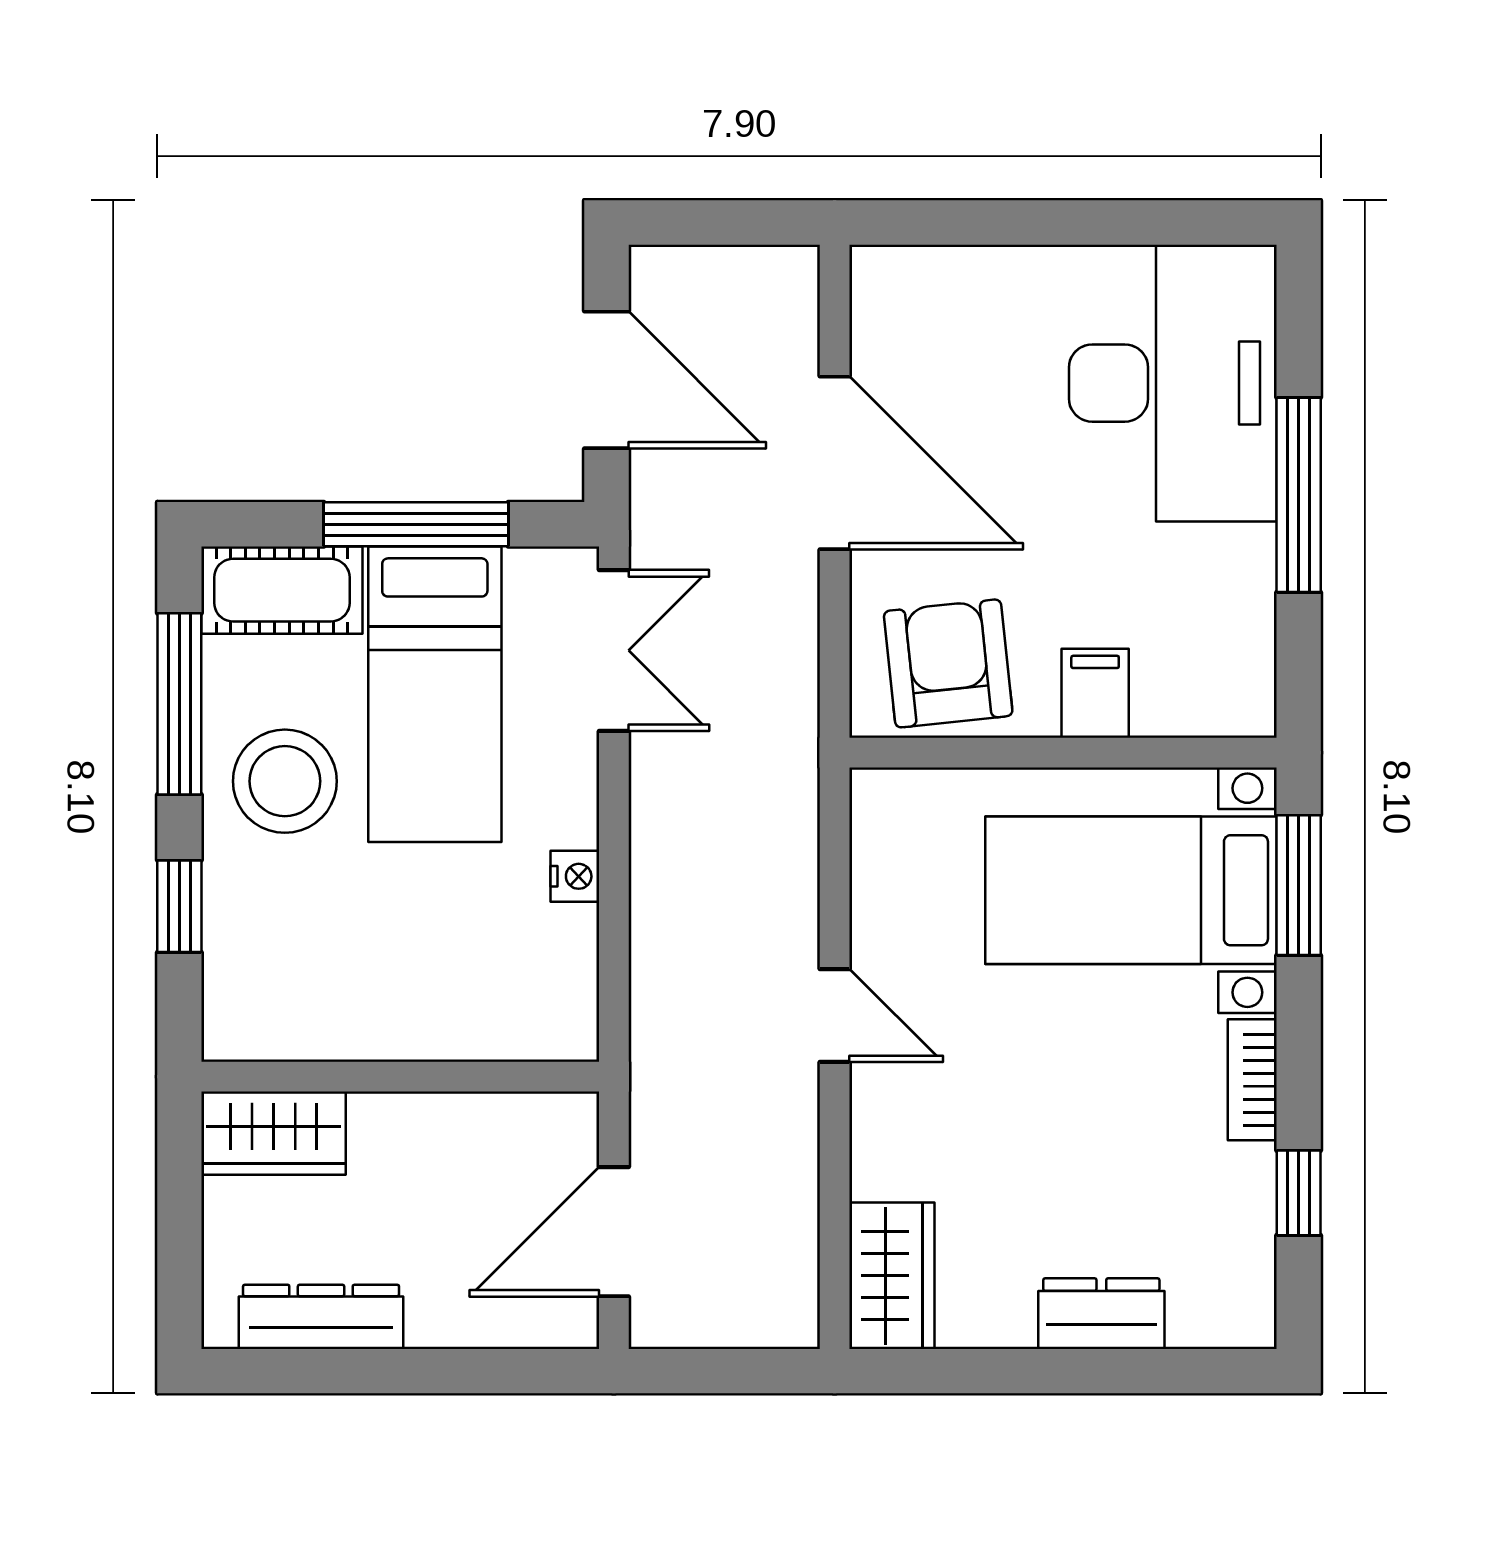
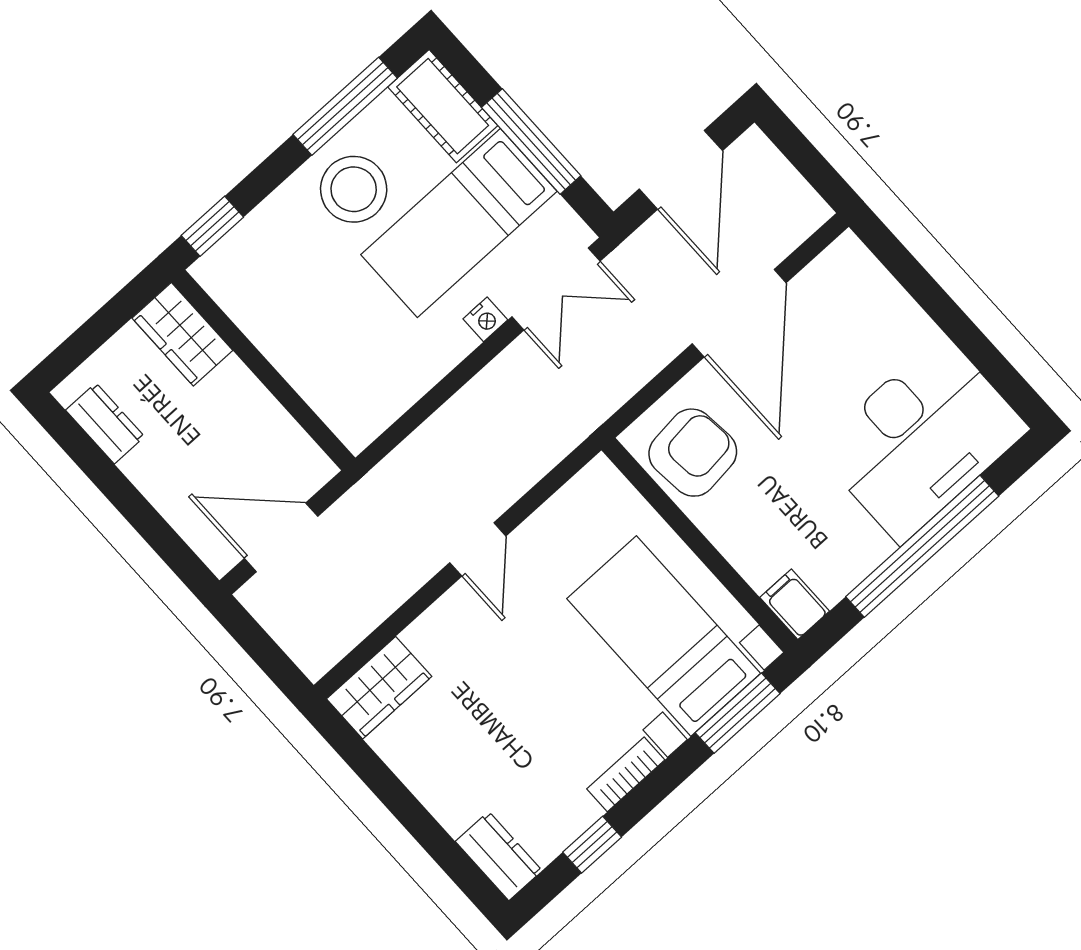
window: (1299, 495) -> (922, 546), width x1.46
filing cabinet: (1095, 693) -> (795, 604), moved, turned -90
nightstand: (575, 876) -> (485, 319), moved
window: (179, 906) -> (212, 226), moved
dresser: (1101, 1314) -> (499, 856), moved
dresser: (321, 1317) -> (105, 423), width x0.70

